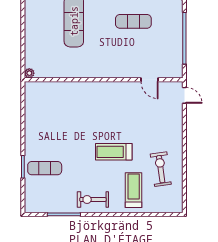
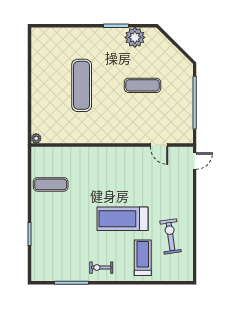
door: (184, 95) -> (195, 161), hinge flipped
treadmill: (114, 152) -> (122, 219), width x1.37, depth x1.38
exercise mat: (45, 168) -> (51, 184), moved
exercise bike: (93, 200) -> (101, 268), width x0.73, depth x0.72

